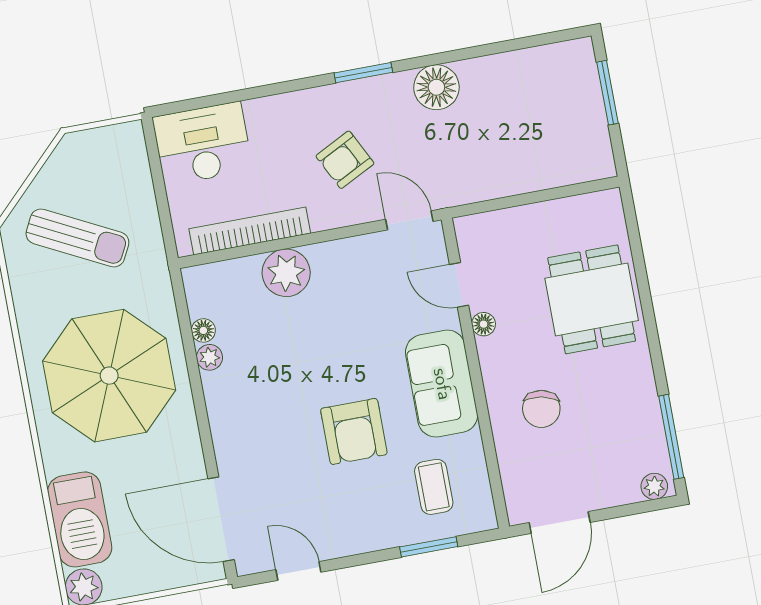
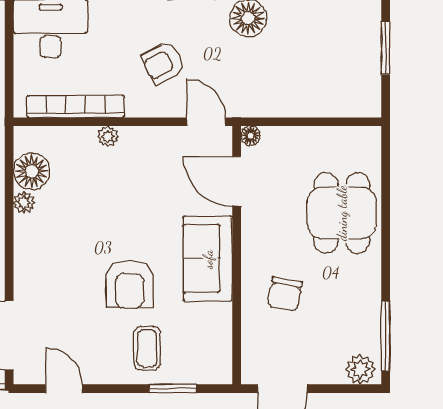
plant: (286, 273) -> (108, 136), width x0.53, depth x0.53
door: (459, 285) -> (237, 181), width x1.38
floor lamp: (484, 324) -> (251, 136), moved
floor lamp: (203, 330) -> (32, 171), width x1.89, depth x1.89
plant: (654, 486) -> (360, 370), width x1.38, depth x1.38
coffee table: (434, 487) -> (147, 348), moved

